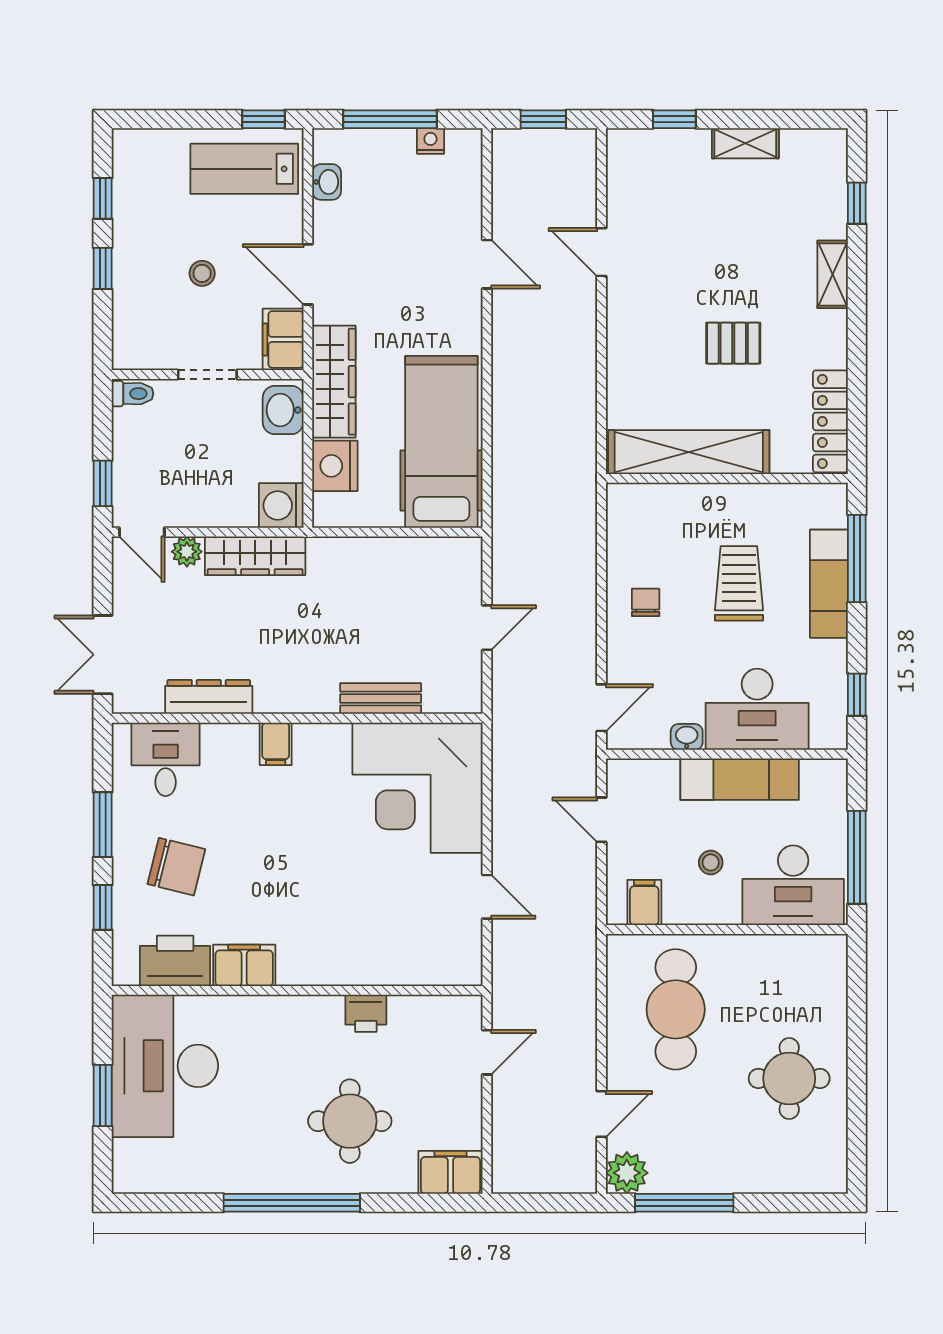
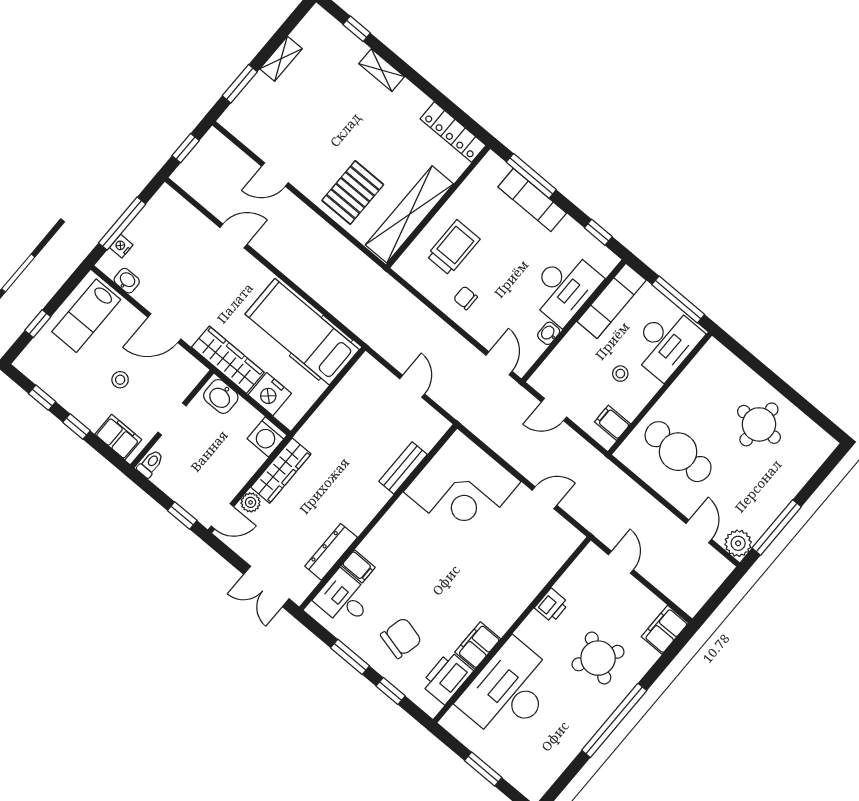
window: (263, 119) -> (38, 324), moved
window: (674, 119) -> (240, 84), width x1.50
nightstand: (430, 141) -> (121, 246), moved
filing cabinet: (283, 339) -> (118, 437), moved, turned 180
pallet: (733, 343) -> (353, 192), moved, width x1.50, depth x1.42
trolley: (739, 583) -> (453, 248), moved, turned 90
filing cabinet: (276, 744) -> (358, 566), moved
exam couch: (740, 779) -> (612, 301), moved
desk: (165, 1066) -> (509, 691), moved, turned 90
round table: (350, 1121) -> (598, 658), turned 32

